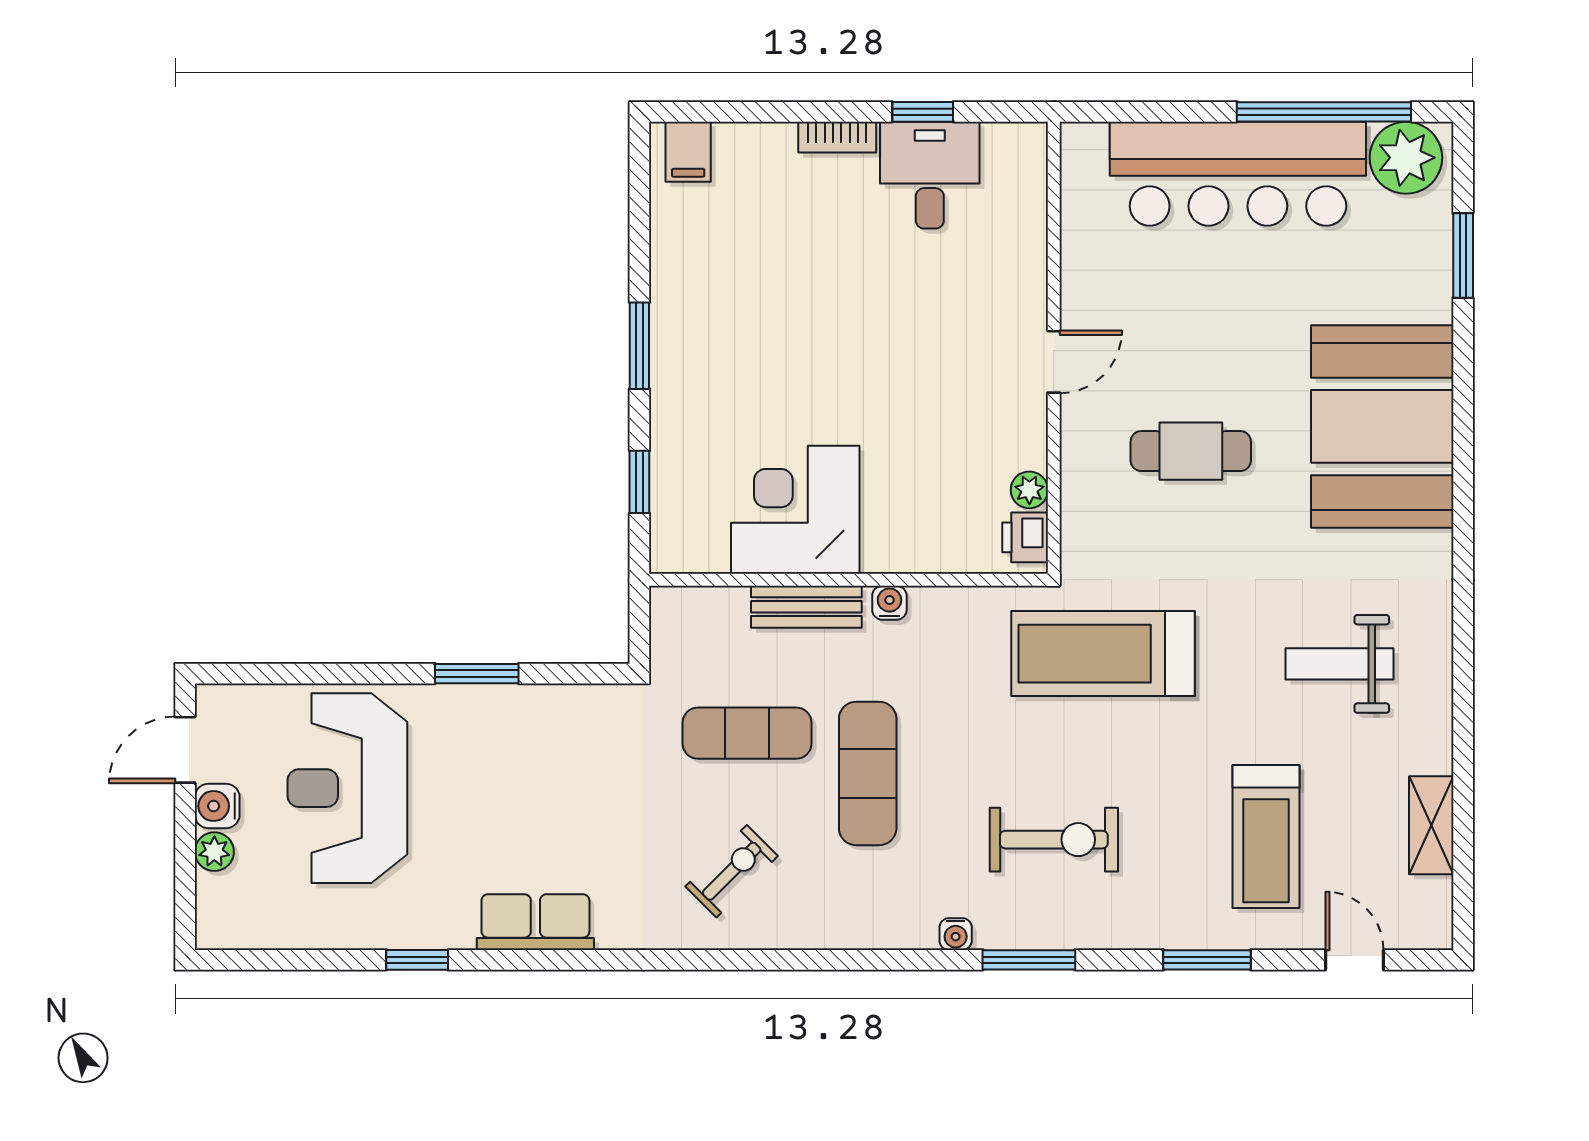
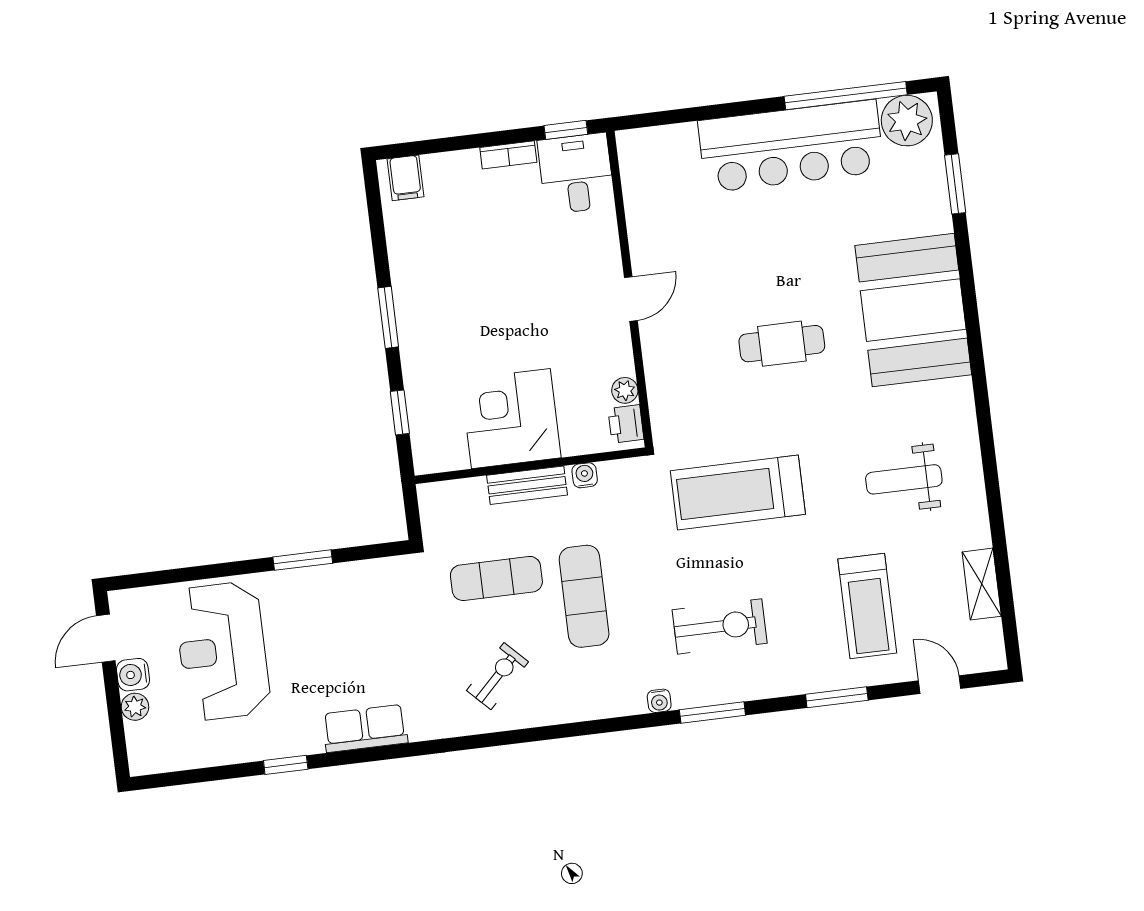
wall: (1054, 348) -> (630, 289), moved
door: (1054, 362) -> (631, 299), moved
plant: (1029, 490) -> (625, 390), moved
printer: (1025, 537) -> (626, 424), moved

